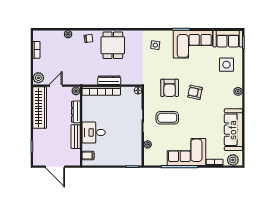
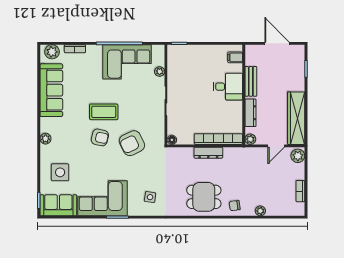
dining table: (113, 45) -> (204, 197), turned 90
armchair: (170, 88) -> (132, 143), turned -116
coffee table: (167, 118) -> (104, 112), moved
corner sofa: (186, 152) -> (127, 62), moved

